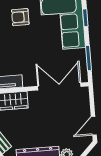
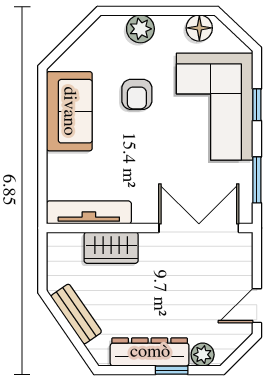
armchair: (20, 17) -> (137, 94), turned -90

